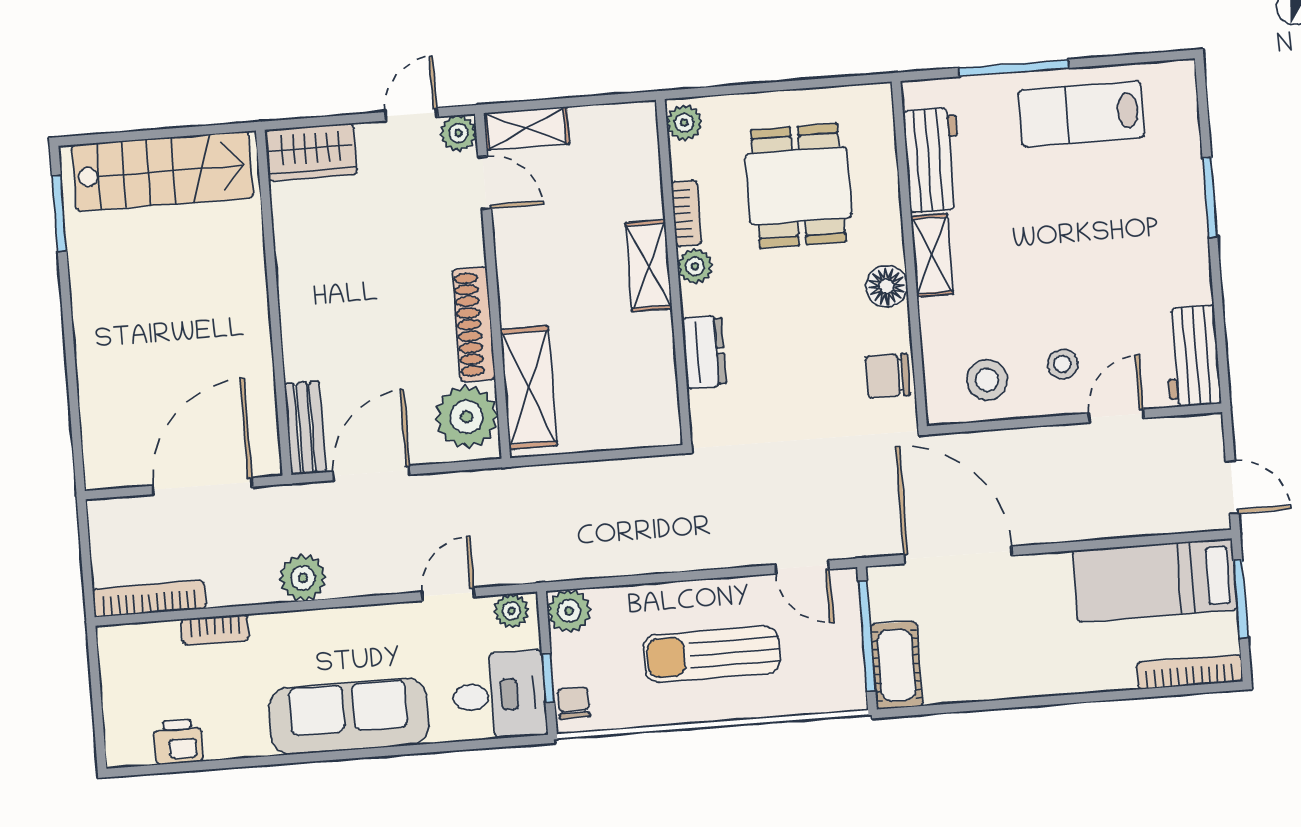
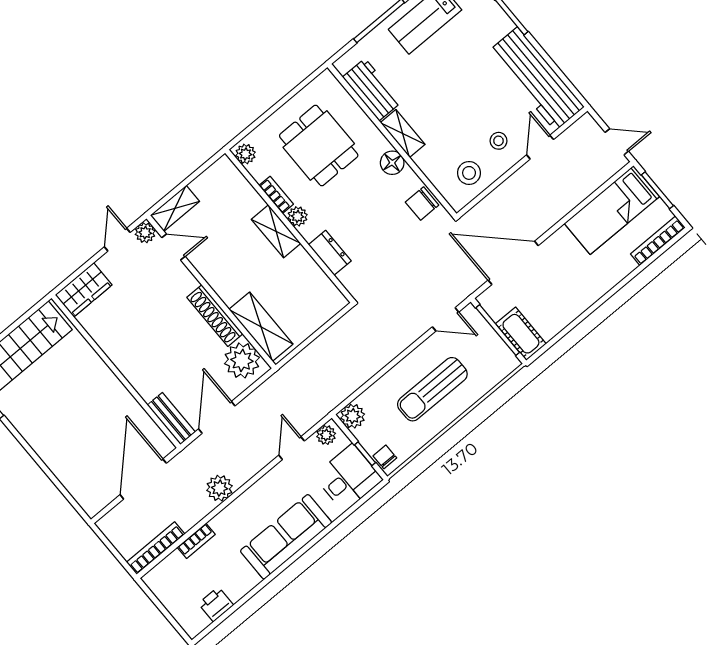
workbench: (1192, 356) -> (536, 79), width x1.88, depth x1.32

